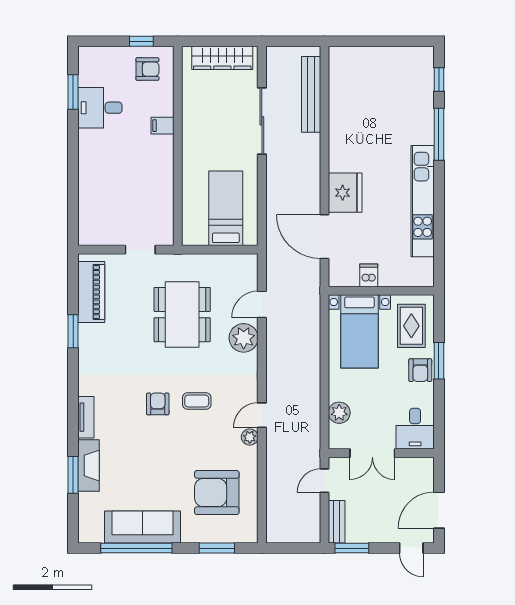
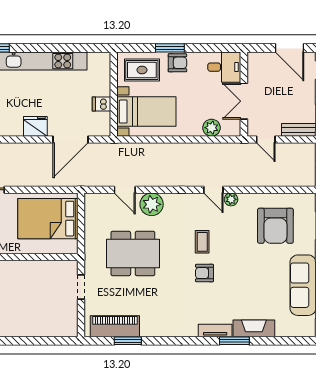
fridge: (345, 193) -> (35, 126), width x0.73, depth x0.75
bed: (226, 208) -> (48, 219), width x1.50
window: (73, 331) -> (128, 341), moved
double door: (372, 453) -> (244, 101), swing flipped
window: (73, 475) -> (234, 341), moved

